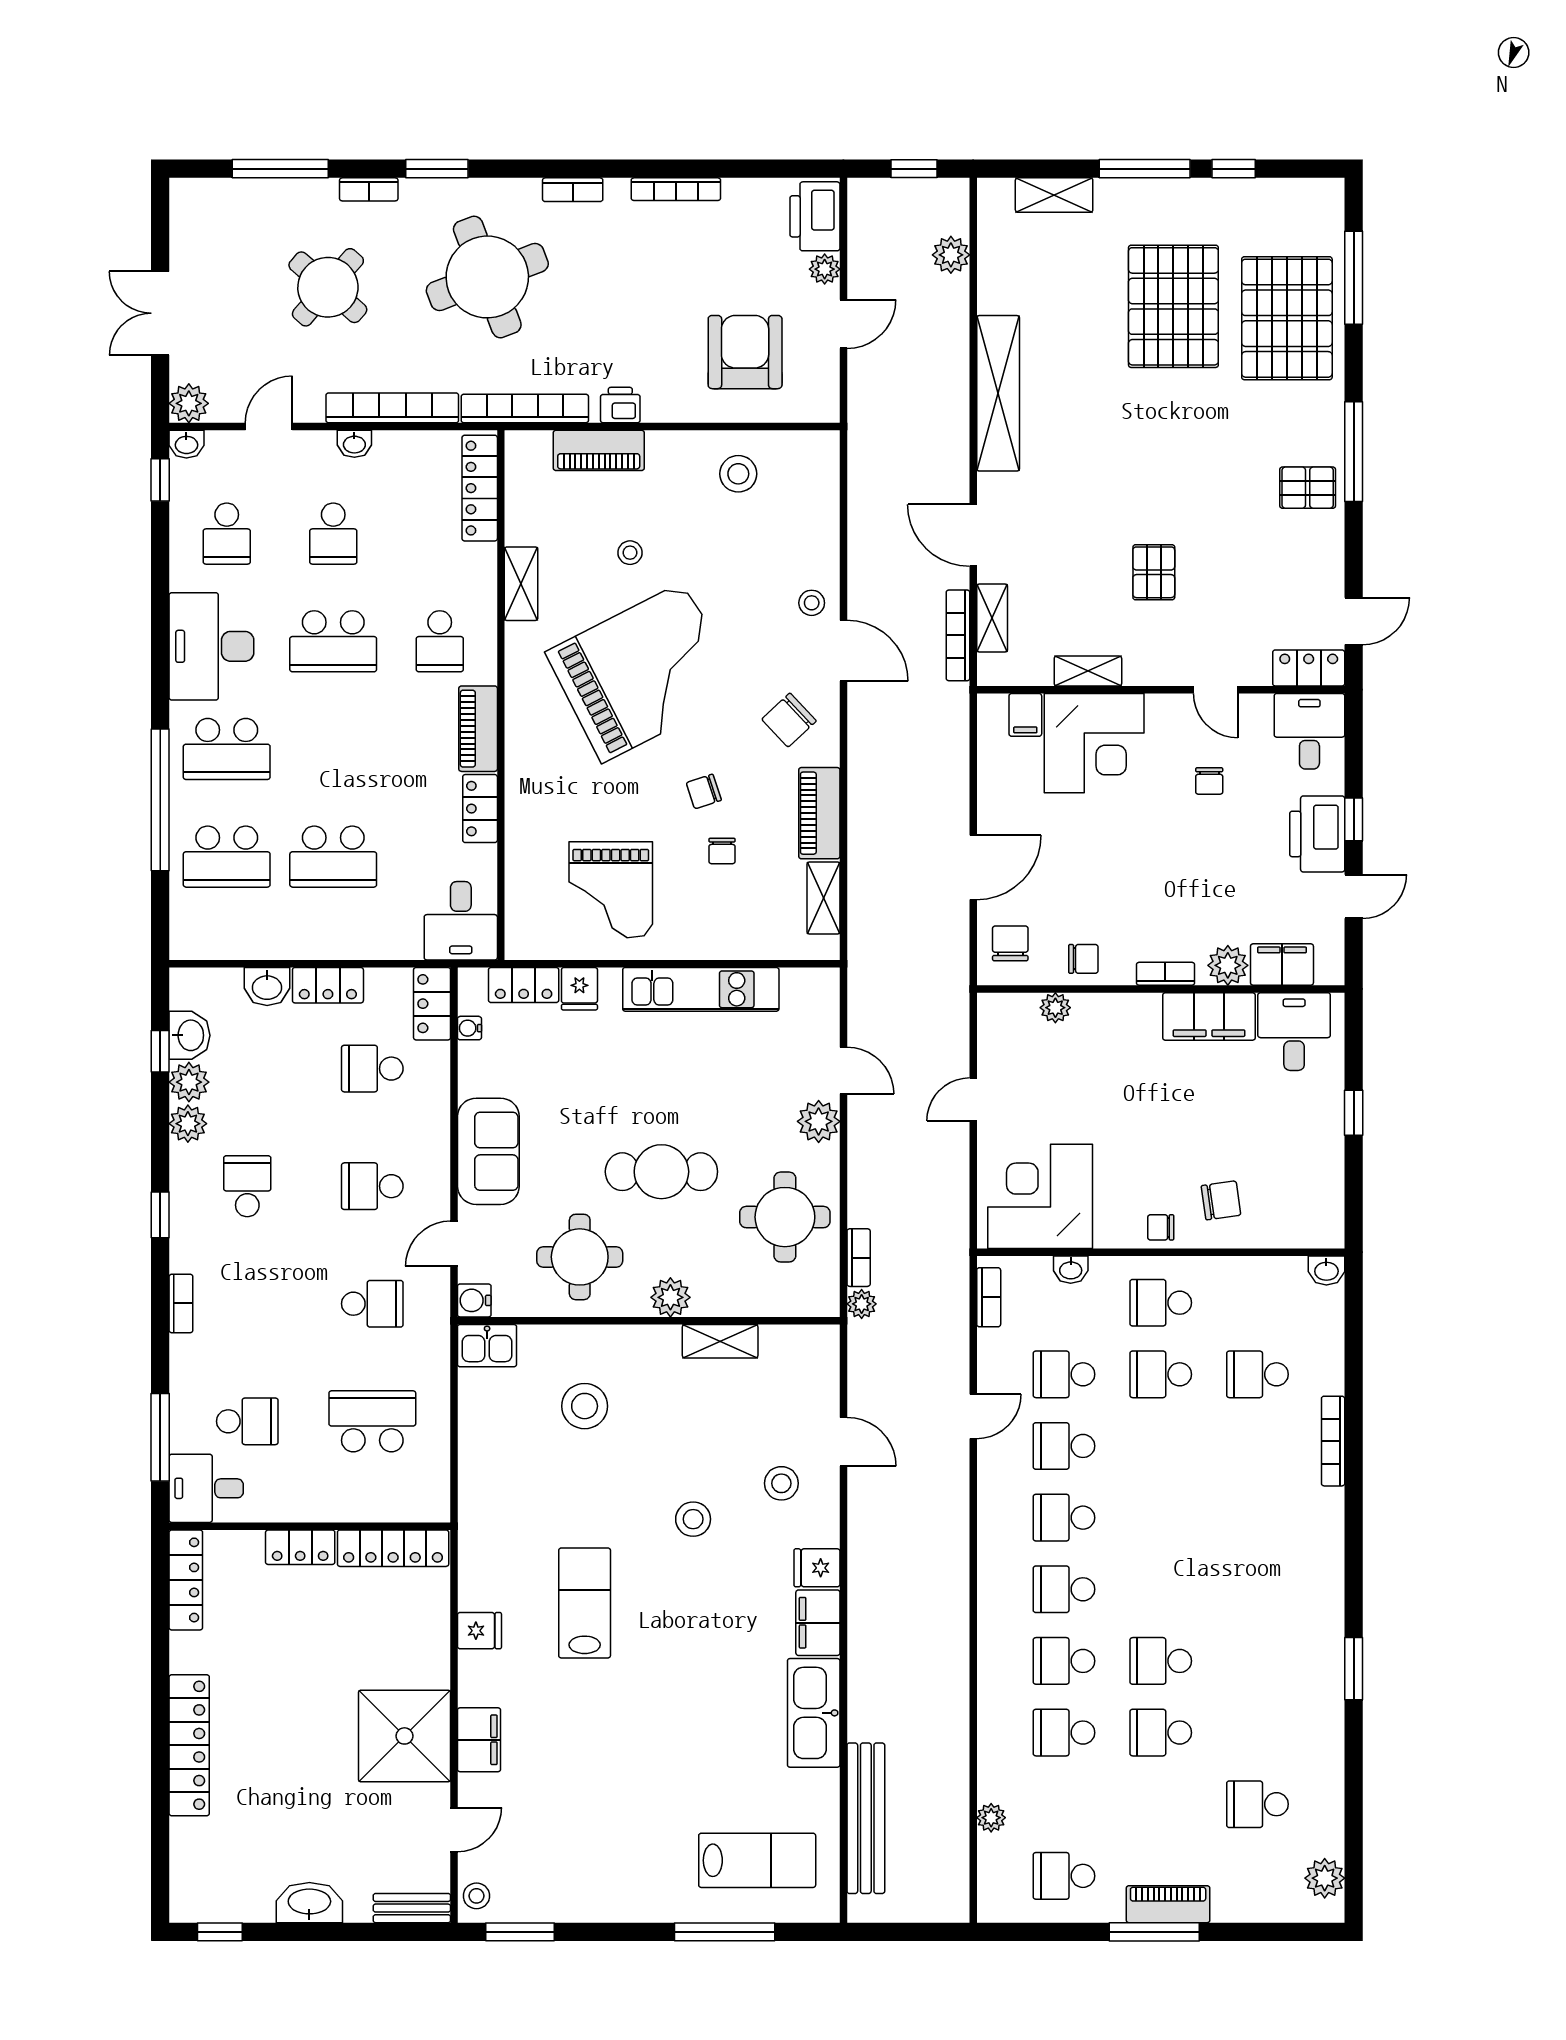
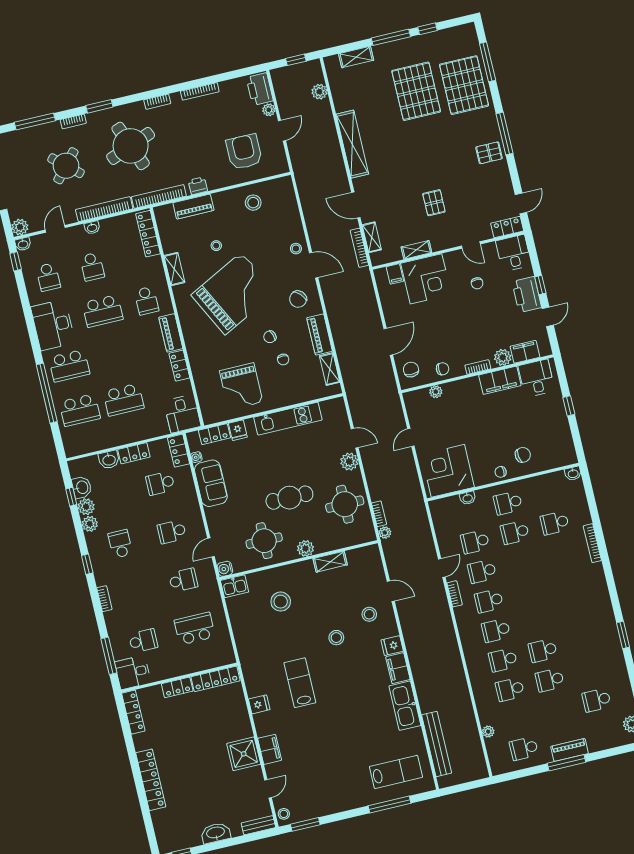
sofa: (488, 1151) -> (211, 483), moved
bookcase: (989, 1297) -> (455, 594), moved
shower: (404, 1736) -> (244, 754), width x0.73, depth x0.73

